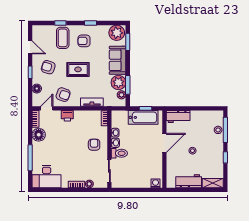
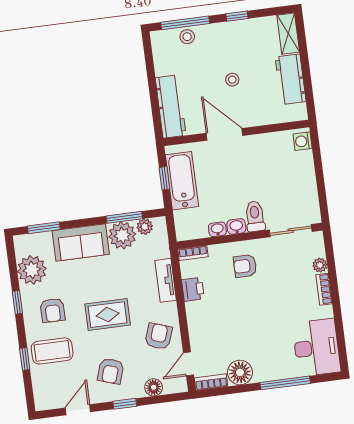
plant: (117, 33) -> (32, 270), moved
rug: (78, 69) -> (108, 315), turned 90
door: (47, 108) -> (189, 364), hinge flipped
printer: (67, 116) -> (193, 289), moved
workbench: (178, 117) -> (171, 107), width x1.38

